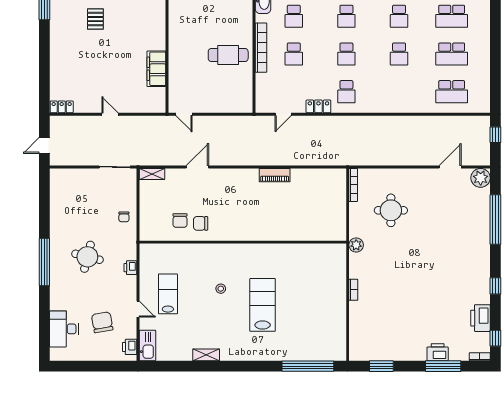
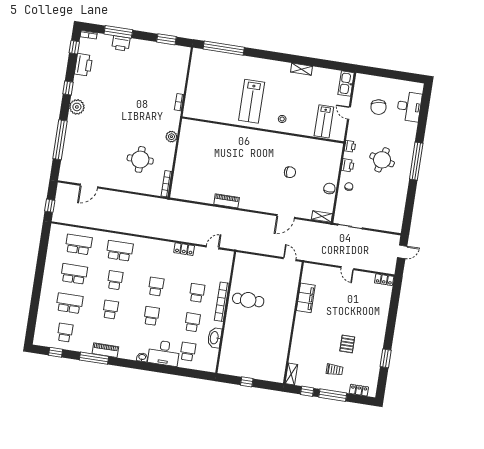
school desk: (346, 92) -> (120, 251), moved, width x1.85
plant: (481, 178) -> (77, 107), moved
chair: (180, 221) -> (329, 188), moved
wall: (243, 242) -> (263, 130), moved
printer: (130, 347) -> (348, 165), moved

